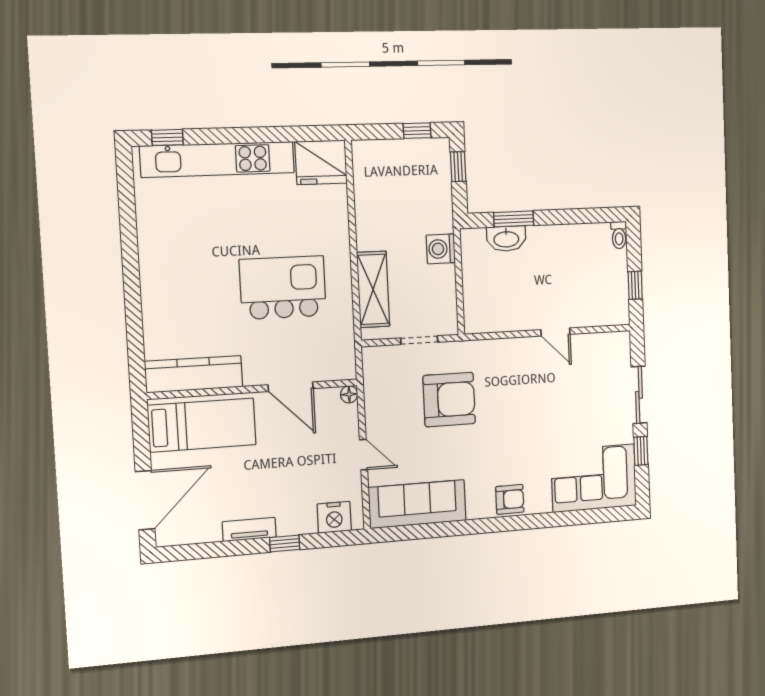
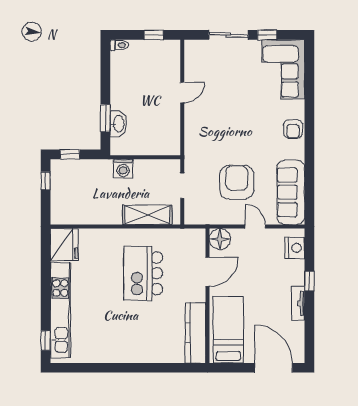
floor lamp: (349, 394) -> (220, 239), width x1.89, depth x1.89
armchair: (449, 400) -> (237, 182), moved
door: (364, 455) -> (255, 226), hinge flipped
armchair: (510, 499) -> (293, 129), turned 180

